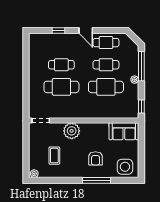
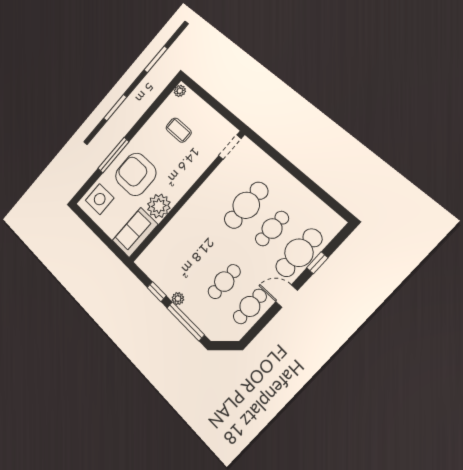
cafe table: (106, 87) -> (299, 253), moved
window: (141, 106) -> (157, 292), moved
plant: (72, 131) -> (159, 206), moved
armchair: (95, 158) -> (136, 174), width x1.88, depth x1.88

